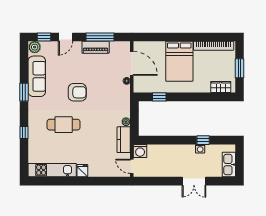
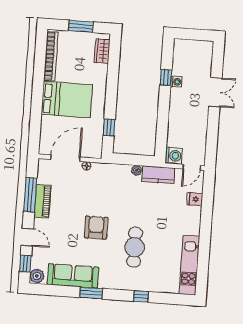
kitchen sink: (229, 165) -> (198, 48), removed
fridge: (82, 171) -> (195, 199), moved

